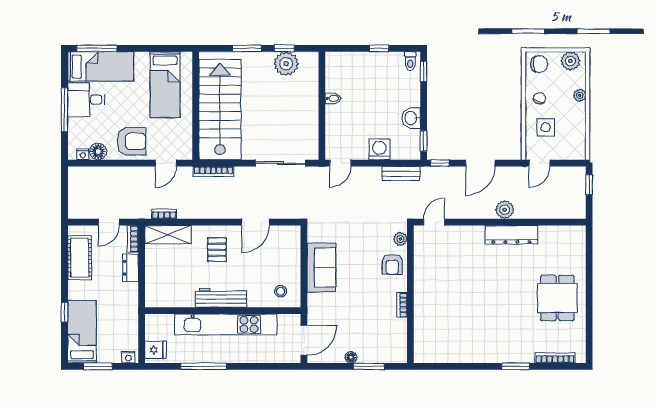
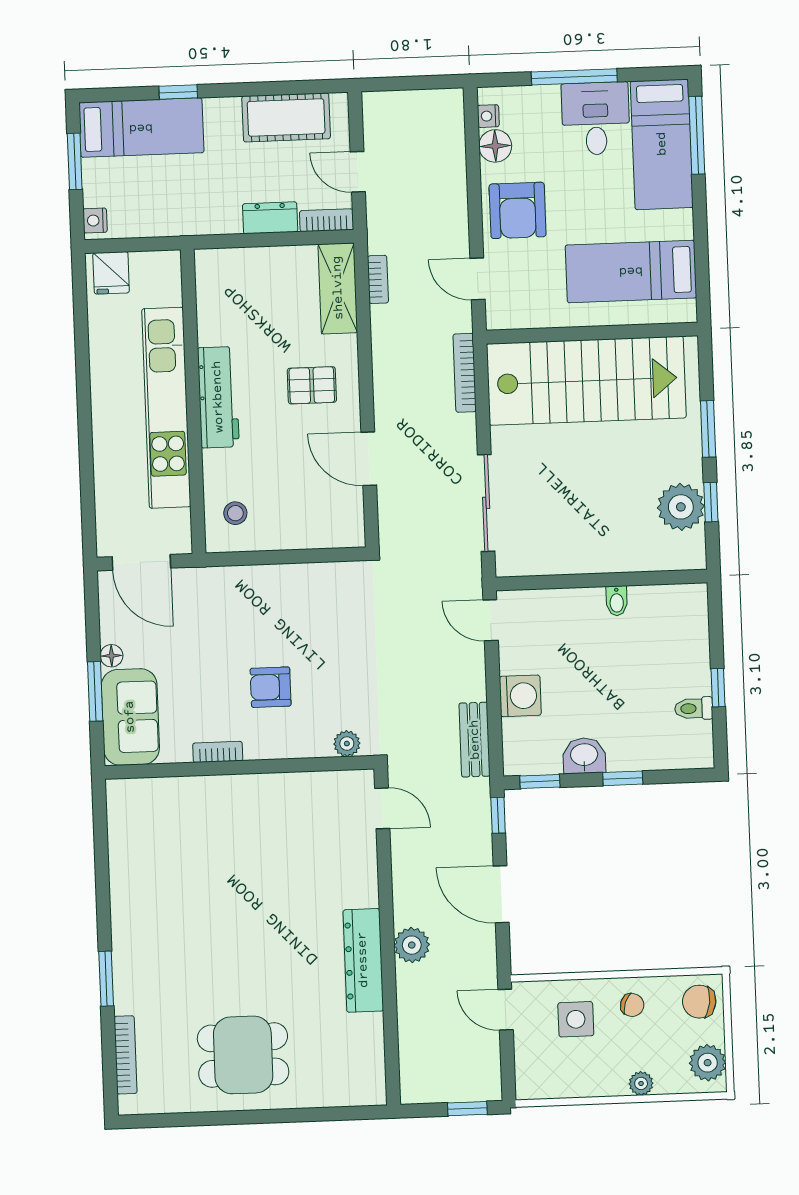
toilet: (410, 61) -> (694, 708), moved
chair: (539, 64) -> (699, 1002), turned 97
window: (424, 72) -> (623, 778), moved
armchair: (392, 264) -> (271, 687), moved
sofa: (321, 267) -> (130, 717), moved, turned -90
window: (204, 366) -> (83, 368), removed

